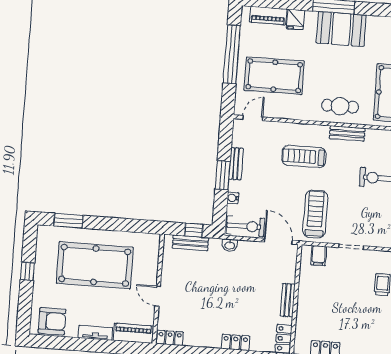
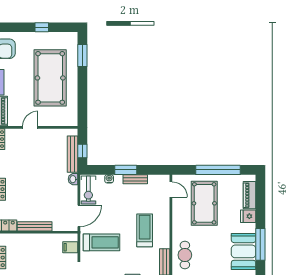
bench: (190, 243) -> (73, 154), width x1.36
bench: (288, 300) -> (35, 226), width x1.36

